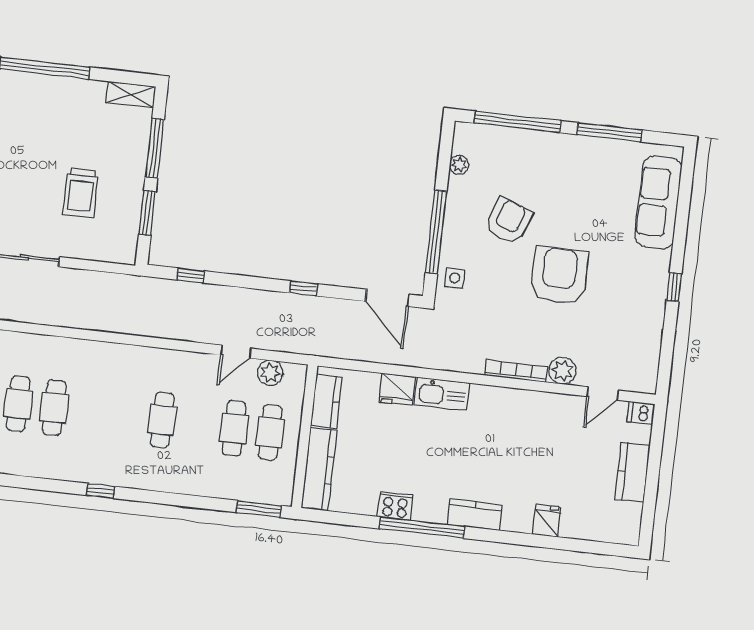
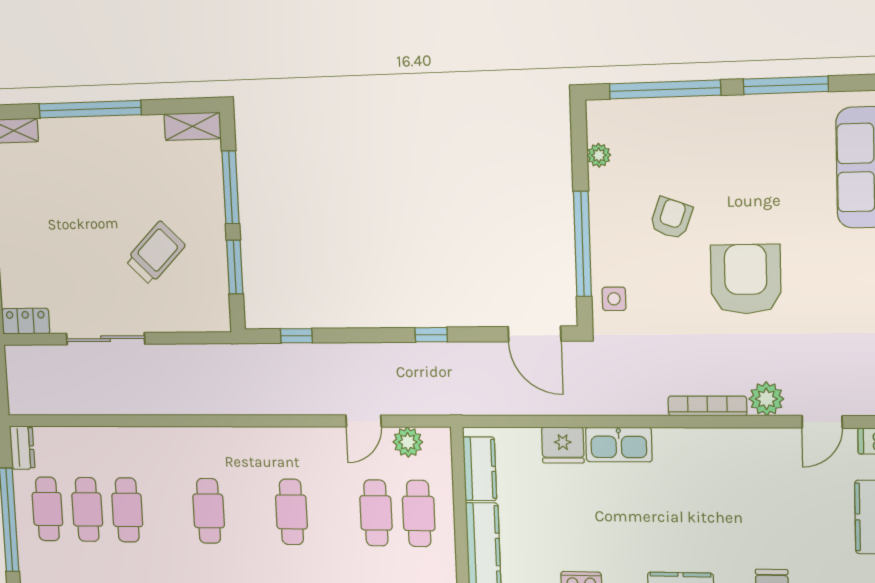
trolley: (81, 193) -> (155, 253), turned -135
armchair: (508, 221) -> (671, 218), width x0.72, depth x0.72
cafe table: (54, 408) -> (209, 511), moved

